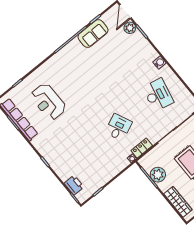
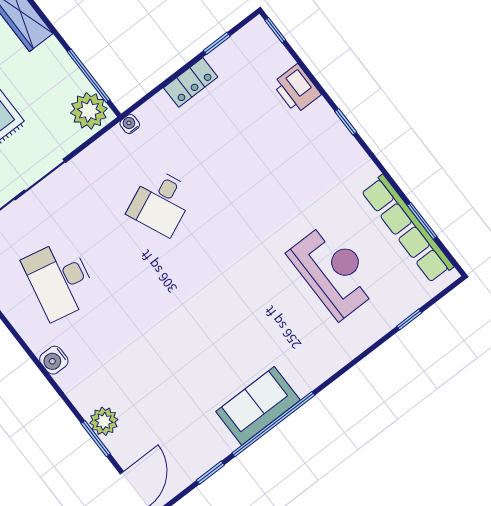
plant: (130, 28) -> (104, 421), moved
sofa: (93, 33) -> (258, 406), moved
locker: (142, 148) -> (191, 82), moved
plant: (158, 175) -> (89, 111), moved
printer: (74, 185) -> (297, 89), moved

